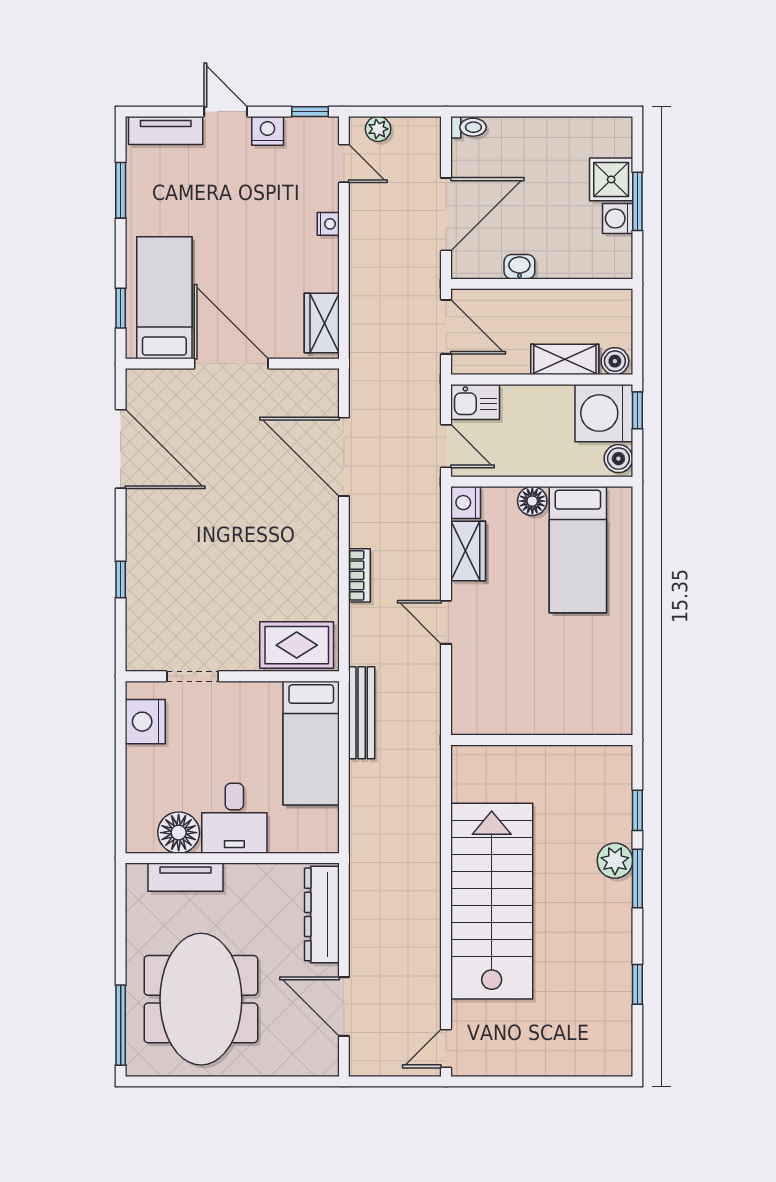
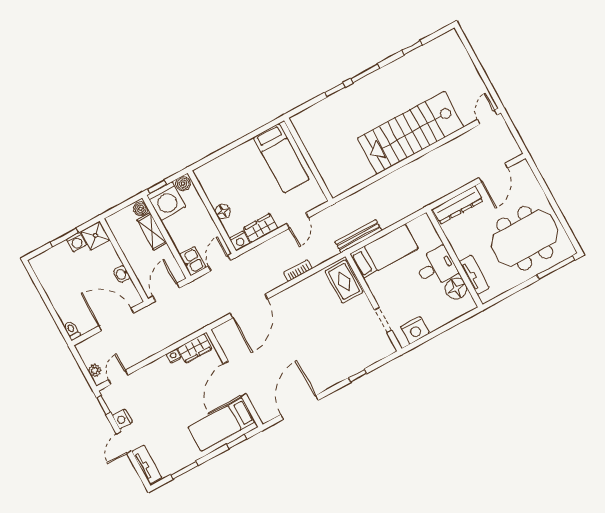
shower: (611, 179) -> (95, 236), moved
nightstand: (328, 224) -> (174, 356), moved
bed: (578, 550) -> (281, 158), moved, turned 90
wall: (542, 740) -> (308, 159), moved
plant: (615, 861) -> (363, 88), removed
door: (446, 1048) -> (487, 117), swing flipped

